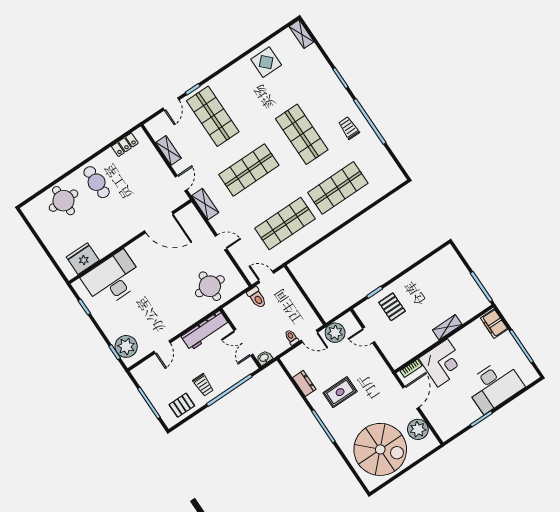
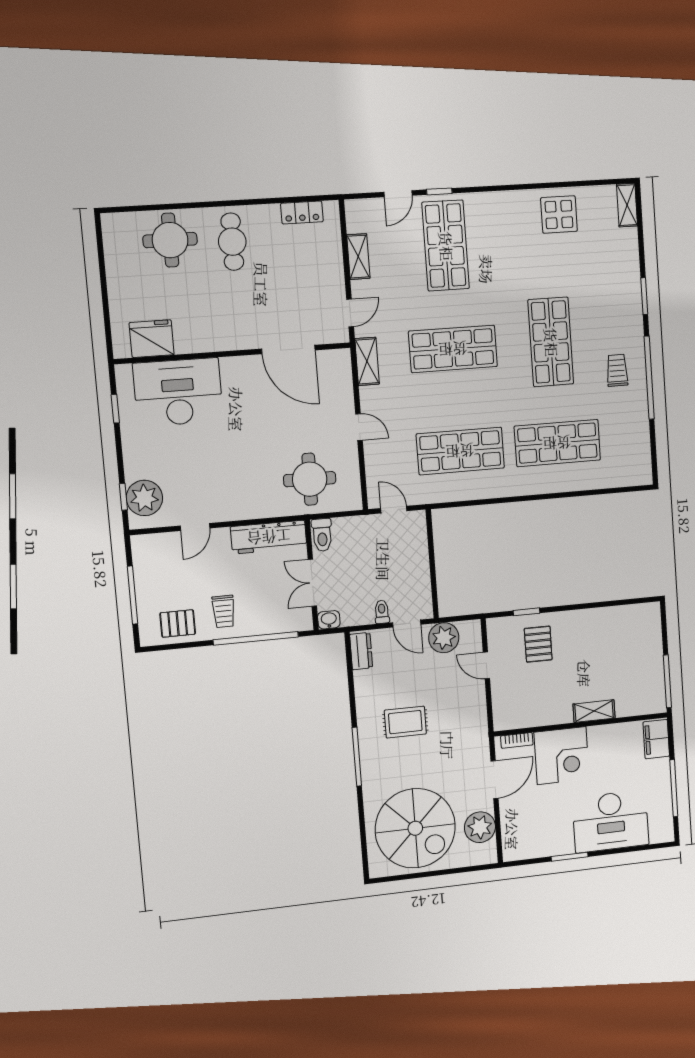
toilet: (257, 298) -> (322, 535), moved
dresser: (304, 383) -> (361, 651), moved

